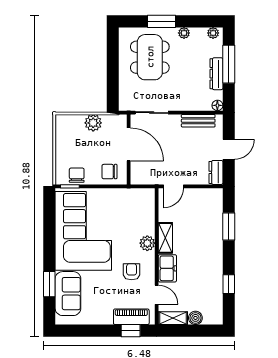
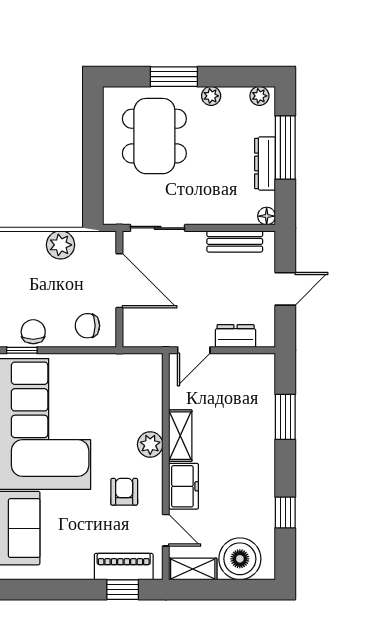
dresser: (216, 172) -> (236, 336), moved, turned 90
boiler: (195, 318) -> (240, 559), width x1.86, depth x1.86

